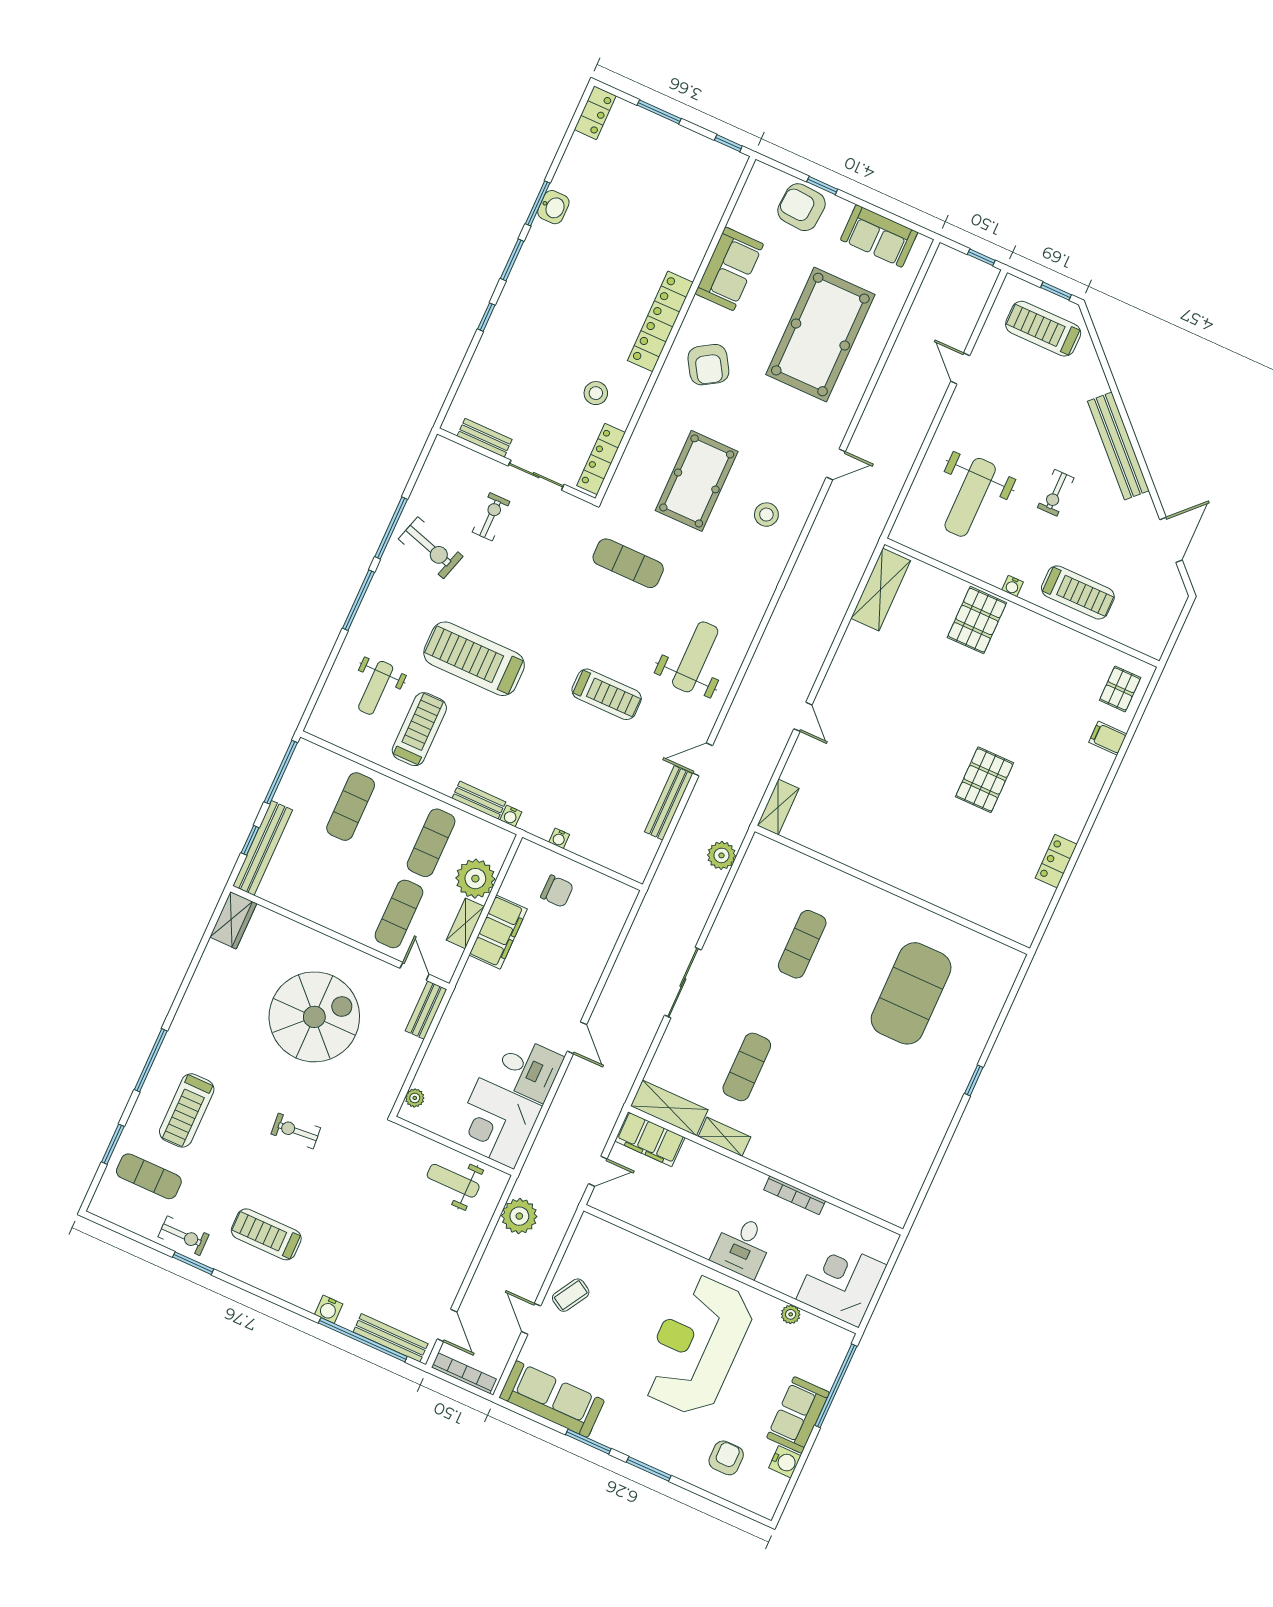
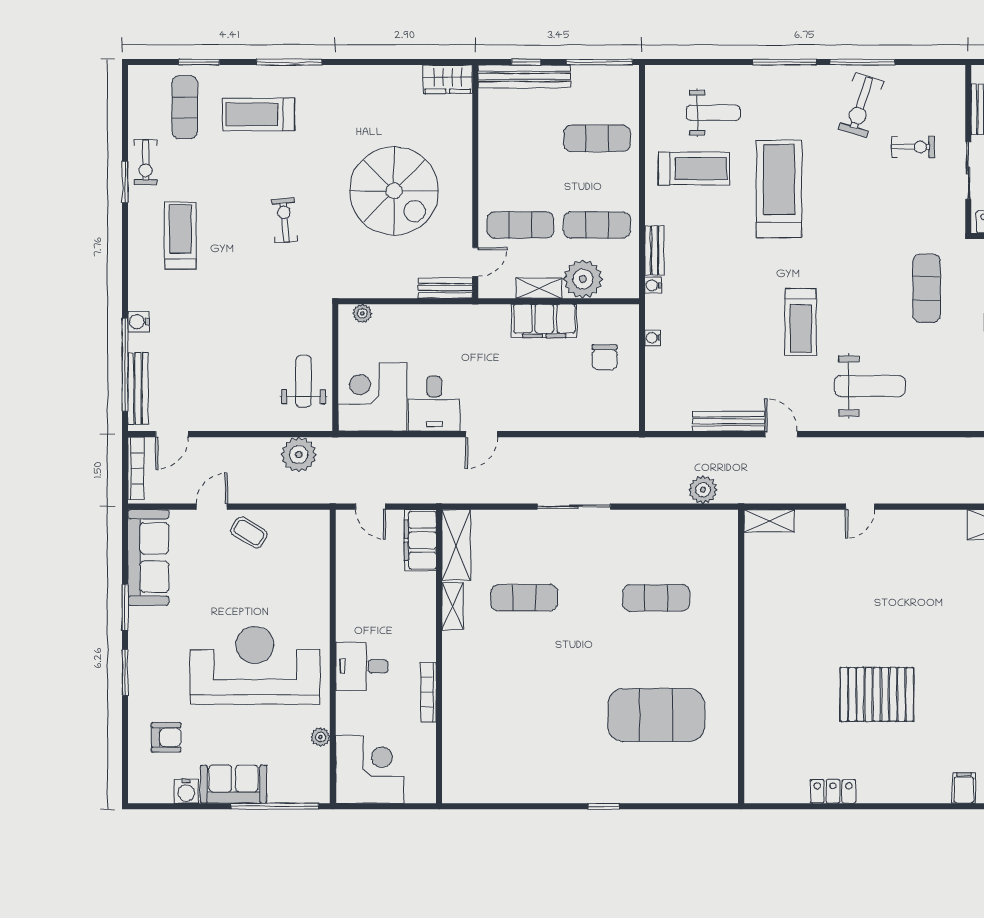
weight bench: (376, 688) -> (713, 113), turned 180
pallet: (984, 780) -> (877, 694), width x1.37, depth x1.41

